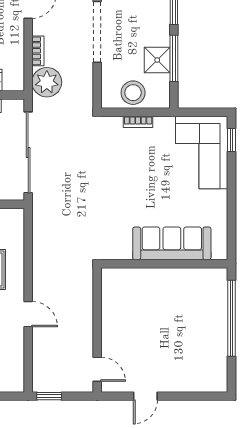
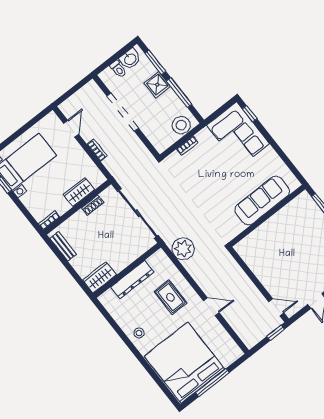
shower: (157, 60) -> (157, 85), moved
plant: (47, 82) -> (183, 249), moved
stool: (133, 93) -> (181, 125), moved
window: (49, 396) -> (276, 333), moved

